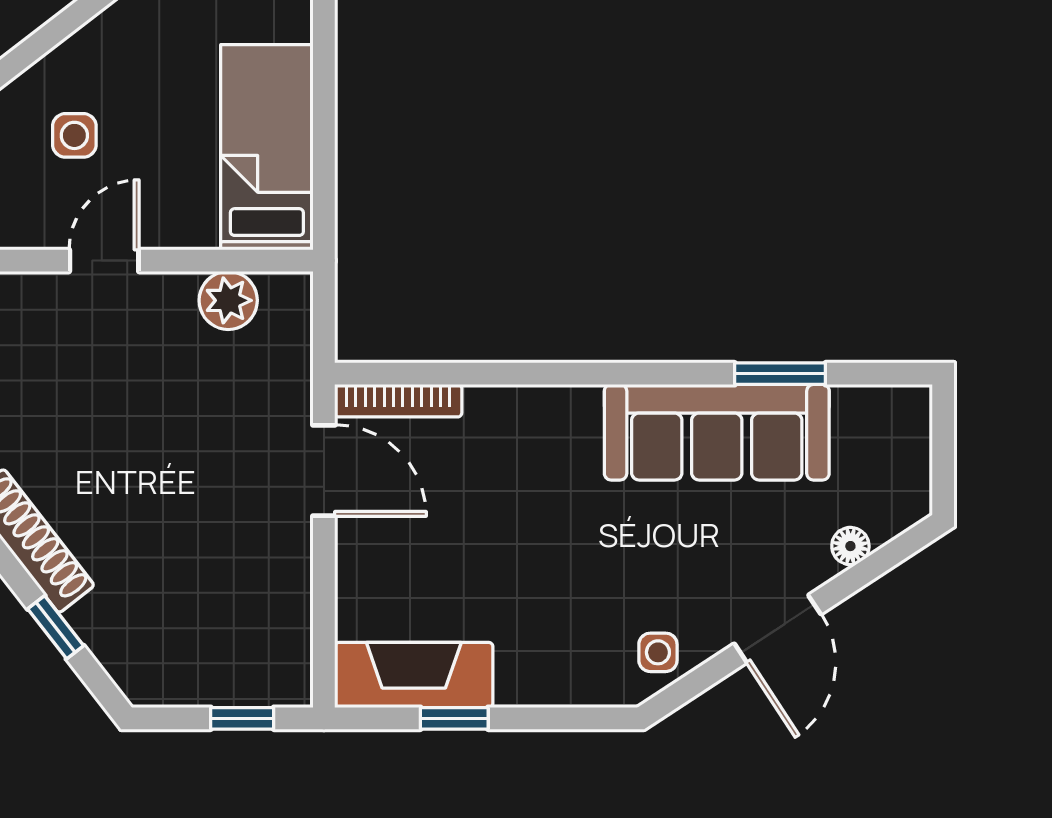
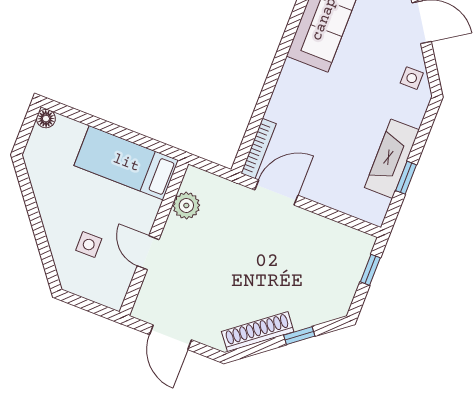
fireplace: (414, 675) -> (392, 159), moved

